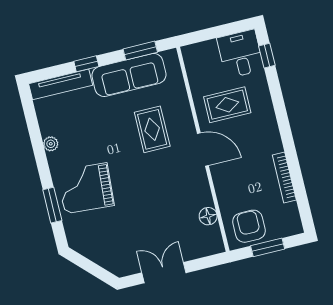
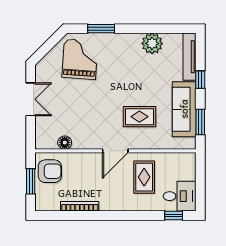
plant: (51, 144) -> (152, 43), width x1.87, depth x1.87
grand piano: (86, 188) -> (80, 59), moved

